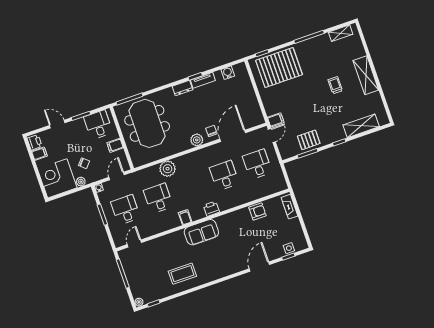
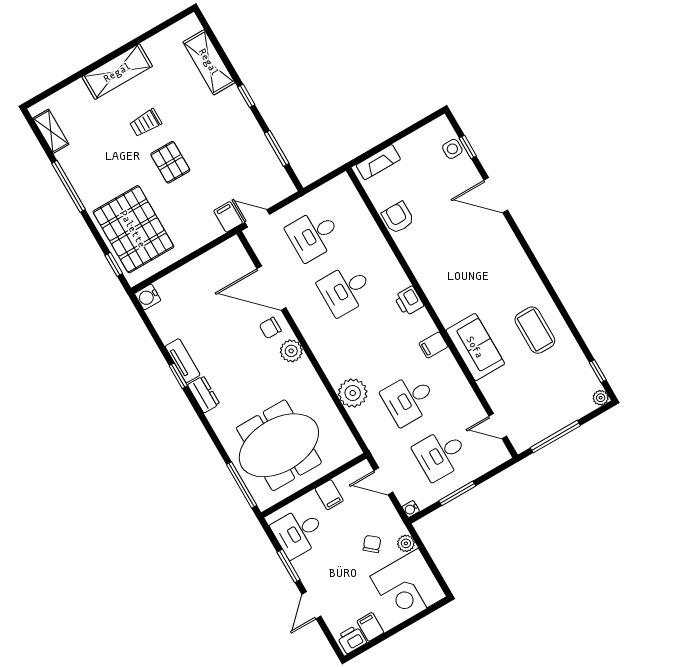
water cooler: (228, 73) -> (148, 297), moved
pallet: (309, 140) -> (170, 162), moved
sofa: (201, 232) -> (475, 347), moved

